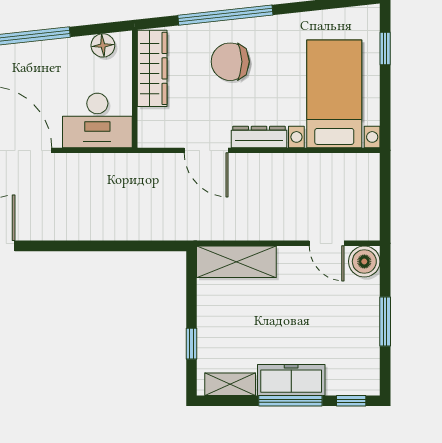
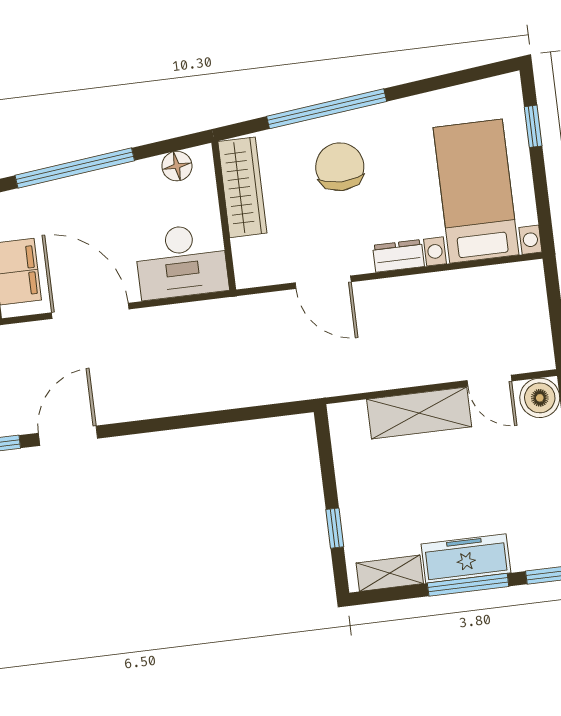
chair: (230, 62) -> (340, 167), turned 90
dresser: (259, 137) -> (398, 256), width x0.70
shelving: (236, 262) -> (419, 413), moved

